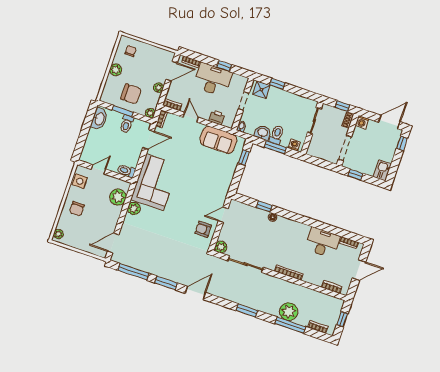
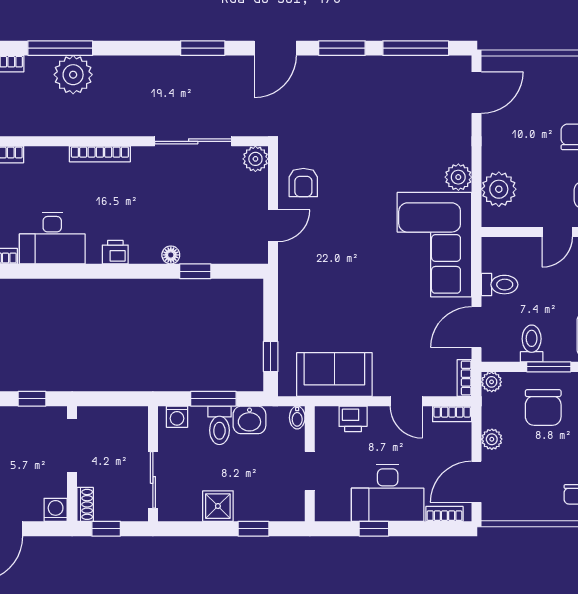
shower: (261, 90) -> (218, 506), moved
chair: (131, 94) -> (543, 407), turned -90
toilet: (126, 171) -> (500, 285), moved
printer: (297, 227) -> (115, 252), added
armchair: (203, 229) -> (303, 183), turned 90
window: (247, 310) -> (203, 48), moved

